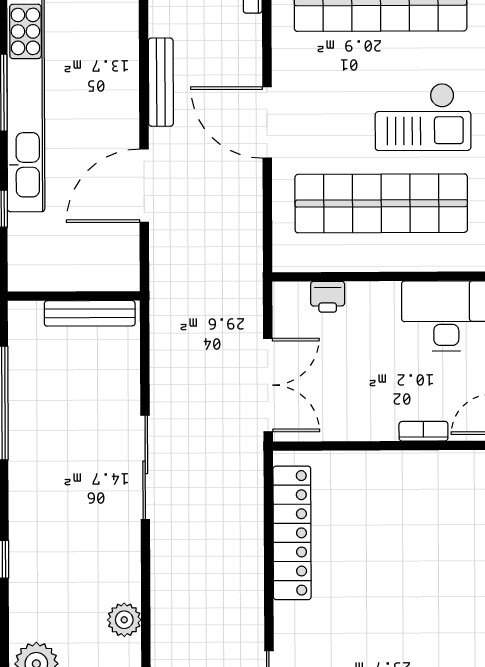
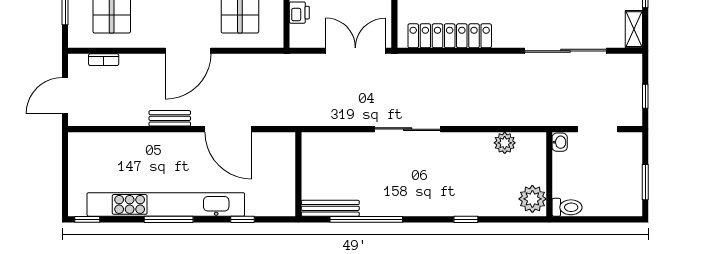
bench: (161, 82) -> (170, 118), width x0.73
bench: (90, 313) -> (330, 208), moved, turned 90

